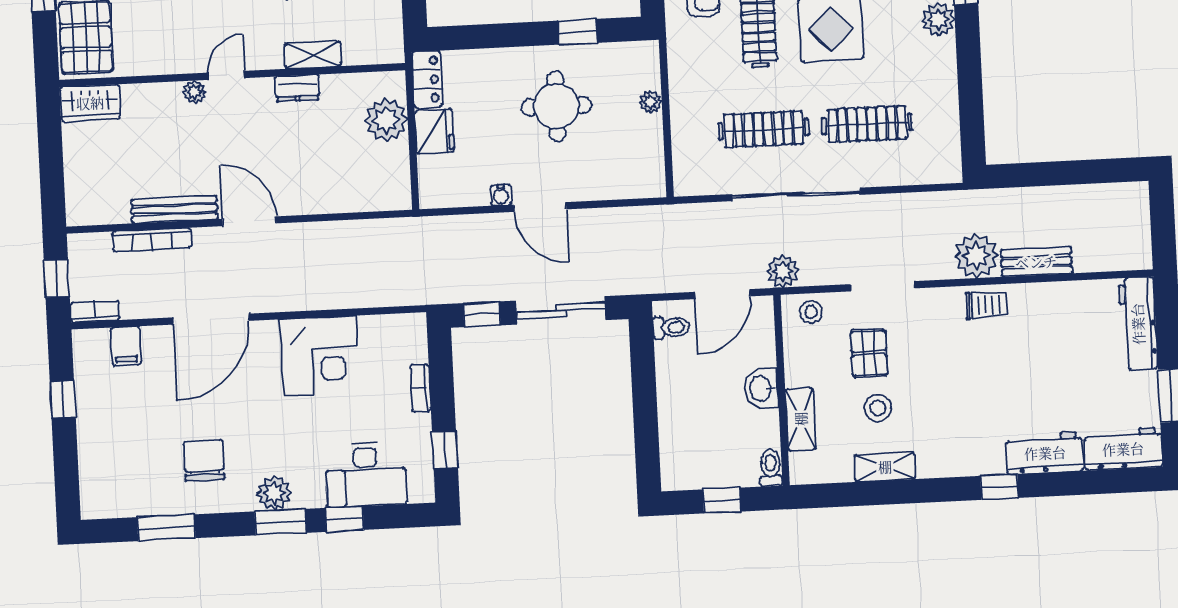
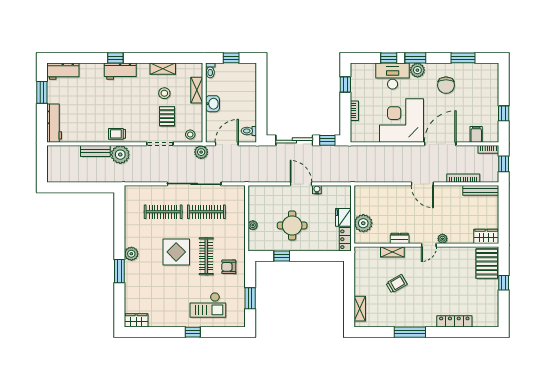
bench: (174, 209) -> (481, 190), moved
corner desk: (320, 356) -> (402, 120), width x1.36, depth x1.36
workbench: (1045, 453) -> (120, 71), moved
desk: (366, 474) -> (393, 76), moved

